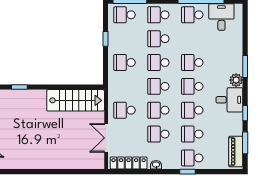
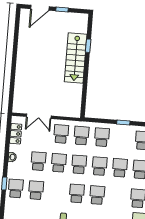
stairs: (76, 100) -> (76, 58), moved
school desk: (192, 110) -> (81, 136), moved
double door: (106, 138) -> (39, 116), swing flipped
locker: (129, 163) -> (16, 134), width x0.66

